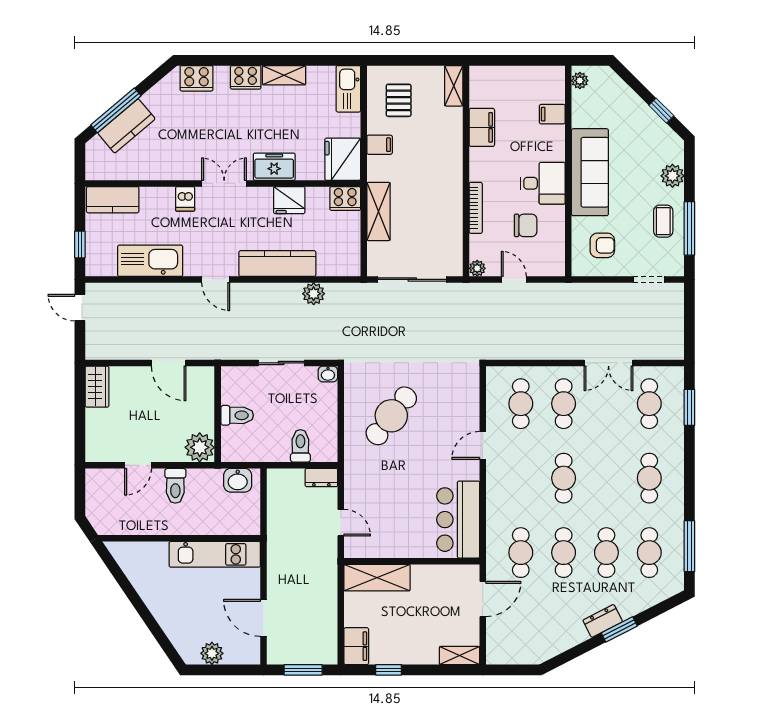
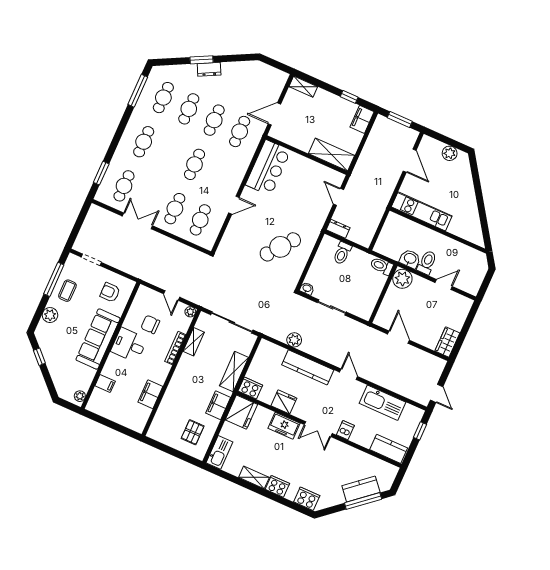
shelving: (454, 86) -> (194, 342), moved
filing cabinet: (380, 145) -> (218, 405), width x2.00
toilet: (237, 415) -> (382, 266), moved
washbasin: (238, 480) -> (410, 259), moved

